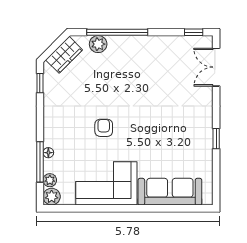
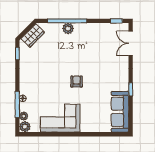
plant: (98, 44) -> (68, 29), moved
armchair: (104, 128) -> (77, 82), moved
sofa: (170, 192) -> (120, 112), moved, turned -90

